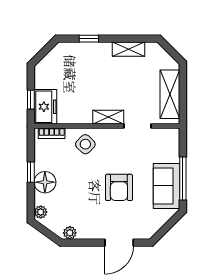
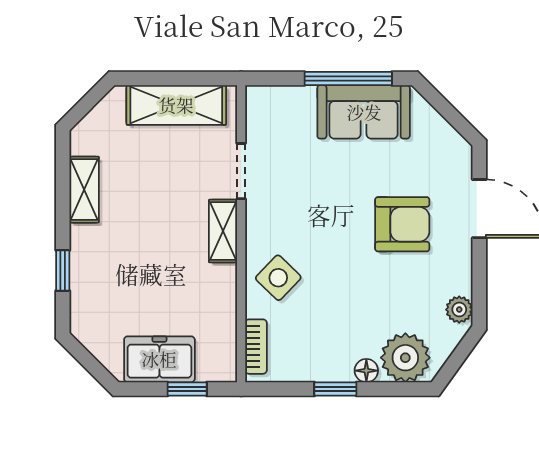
freezer: (45, 107) -> (159, 359), moved
floor lamp: (45, 182) -> (366, 371), width x0.53, depth x0.53
armchair: (119, 187) -> (402, 224), moved
plant: (41, 212) -> (405, 358), width x1.88, depth x1.88

